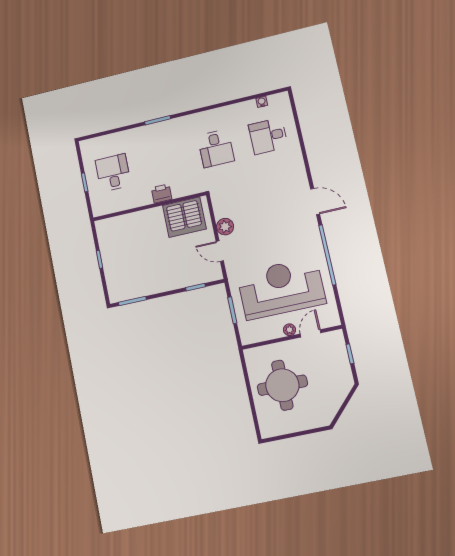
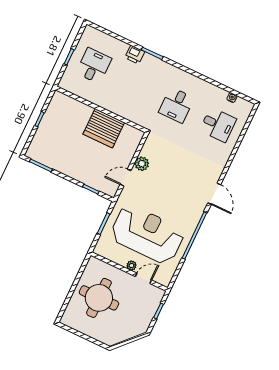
desk: (268, 136) -> (218, 125), turned 180
printer: (162, 193) -> (135, 55), moved, turned 180
server rack: (184, 217) -> (104, 128), moved
door: (220, 251) -> (126, 178), hinge flipped

